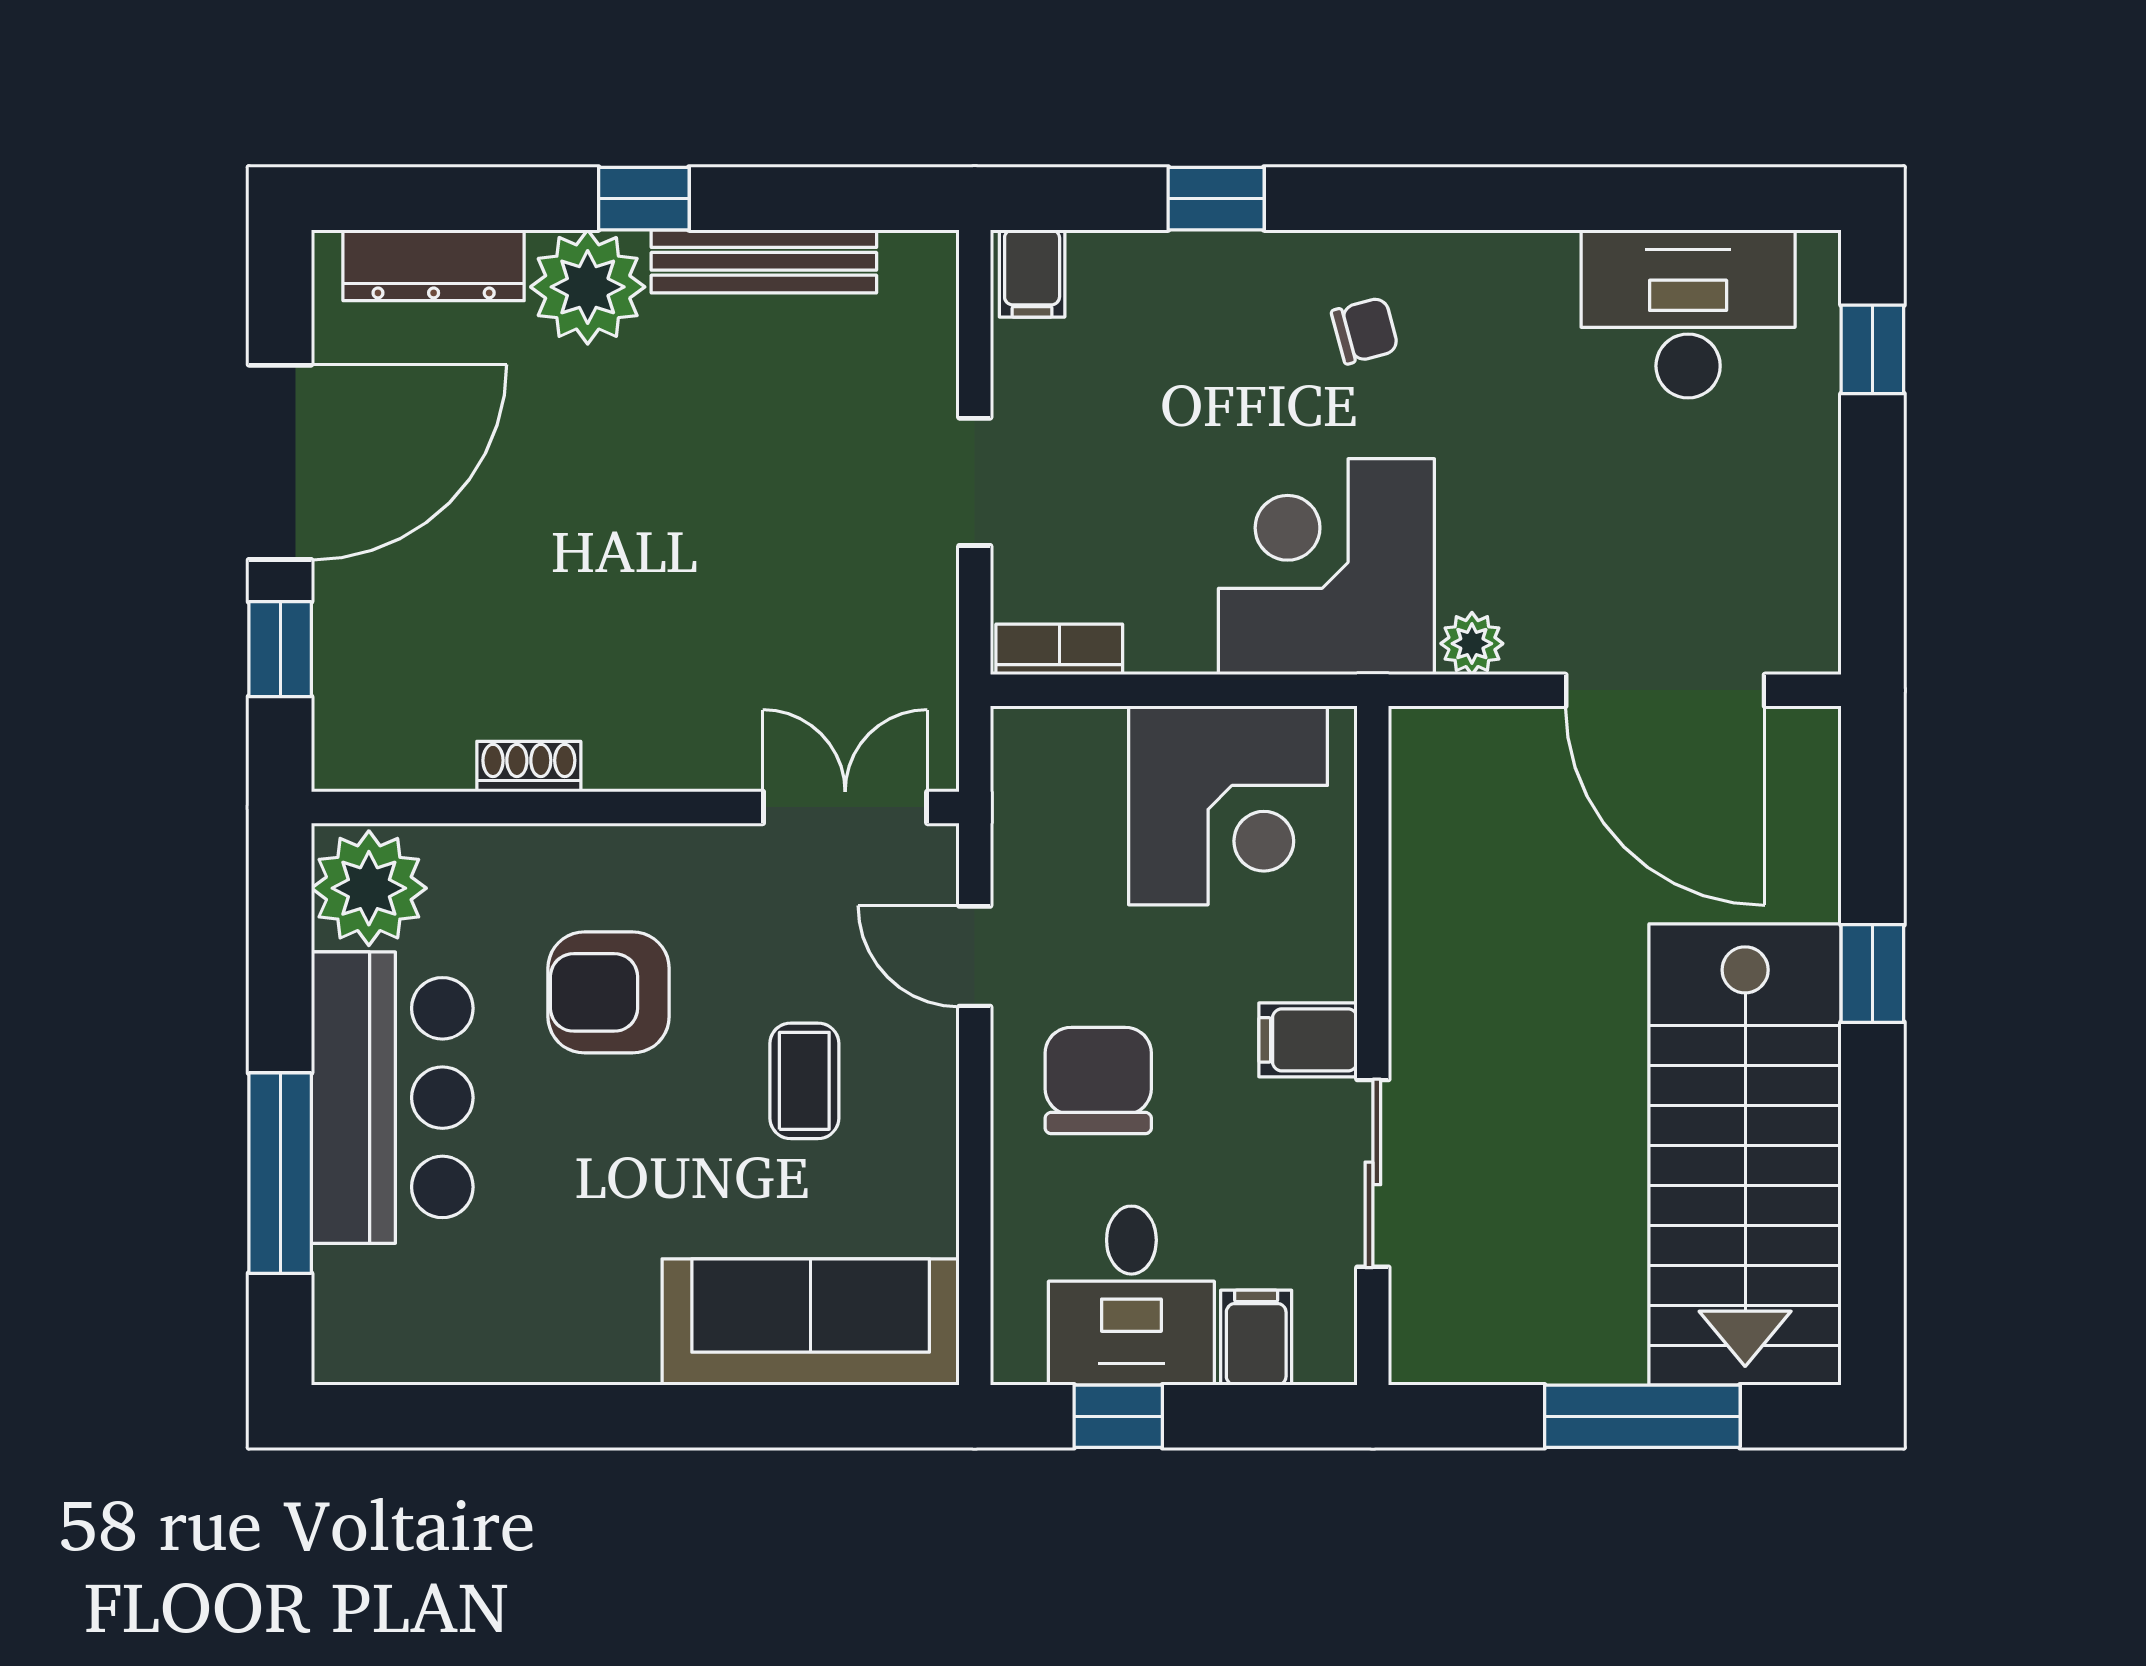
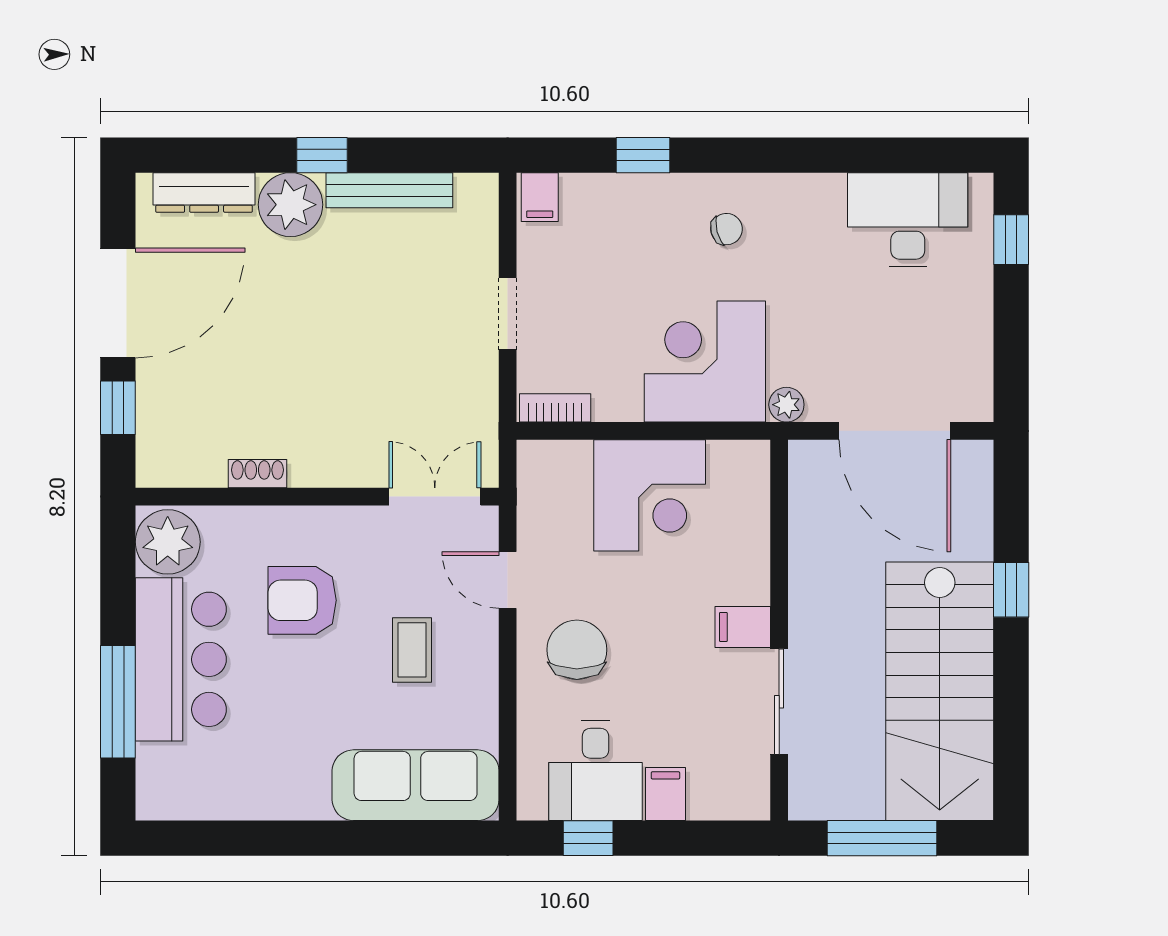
filing cabinet: (1308, 1040) -> (743, 627), moved
wall: (1373, 1045) -> (779, 630), moved
sliding door: (1373, 1173) -> (779, 702), moved

